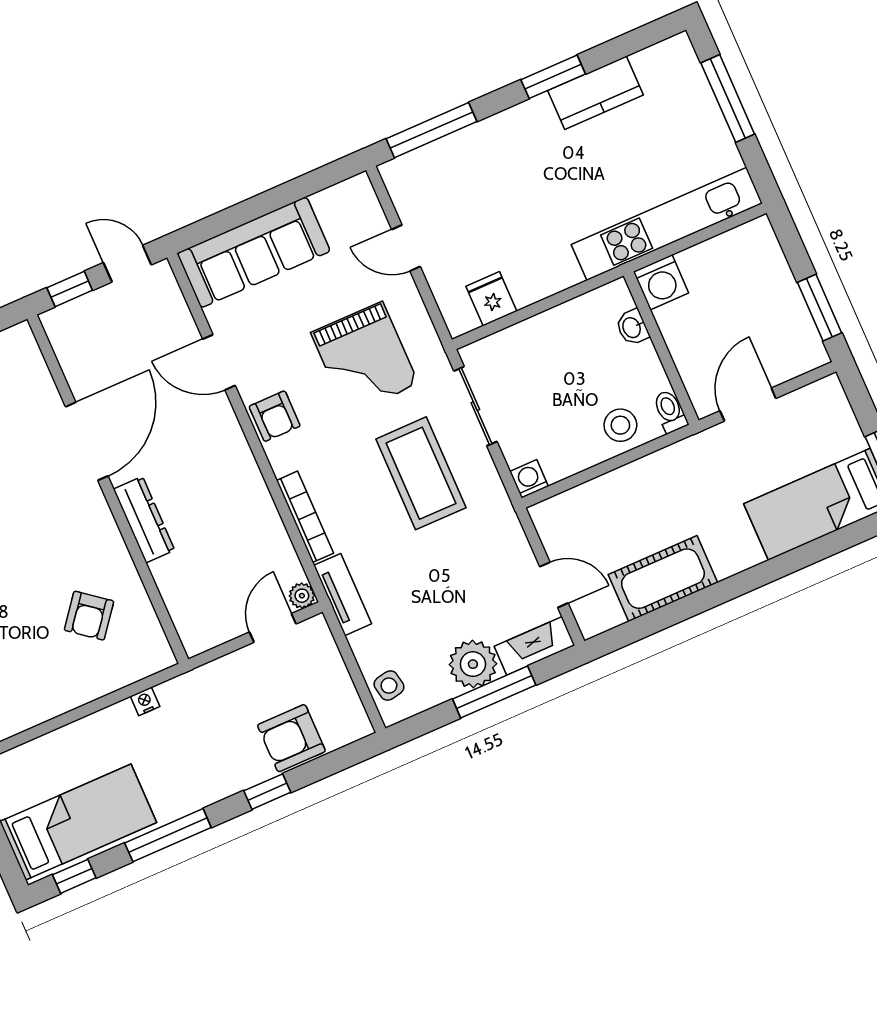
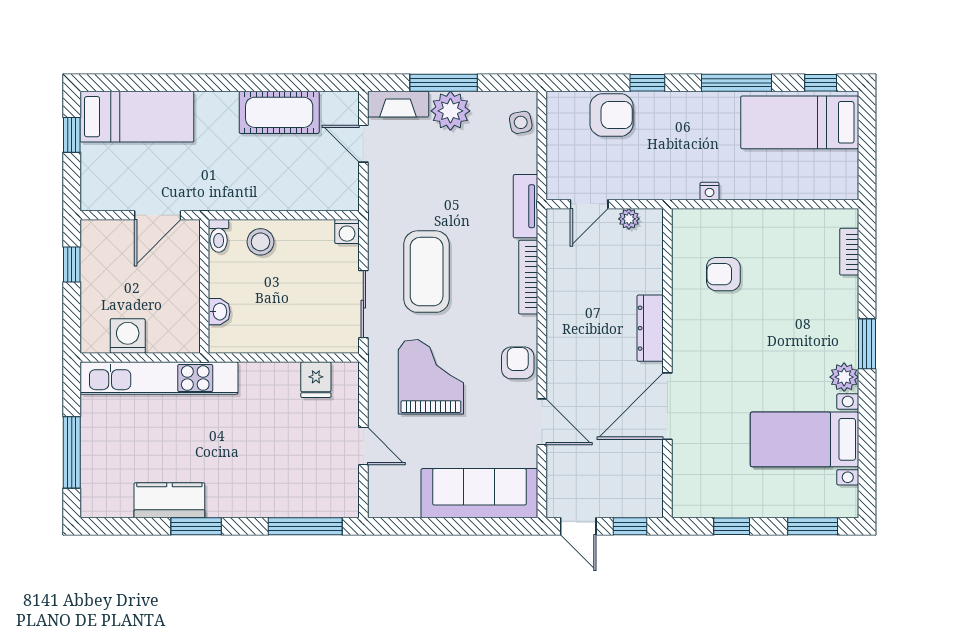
washing machine: (661, 282) -> (128, 336), moved
window: (820, 308) -> (72, 265), width x0.67
plant: (302, 596) -> (629, 219), moved
armchair: (89, 616) -> (723, 274), turned -128

